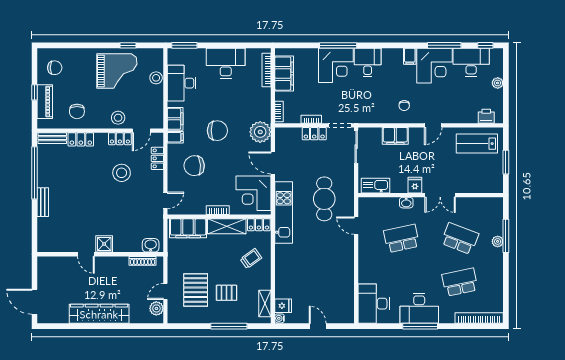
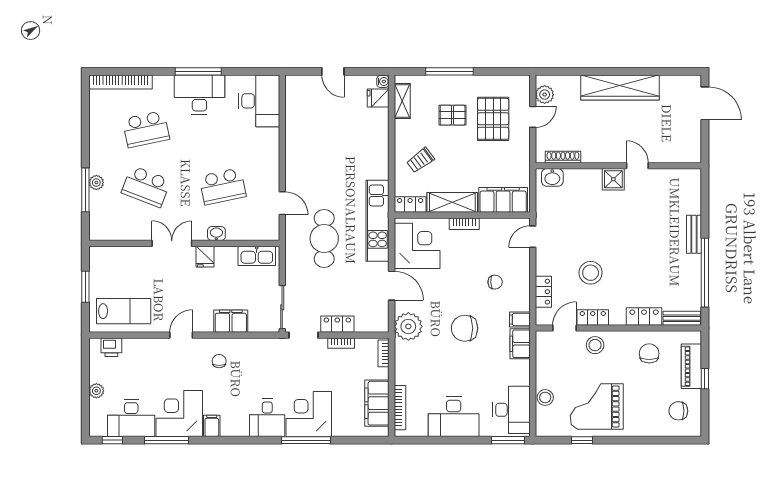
desk: (182, 83) -> (512, 410), moved
chair: (194, 166) -> (495, 282), width x0.54, depth x0.54

